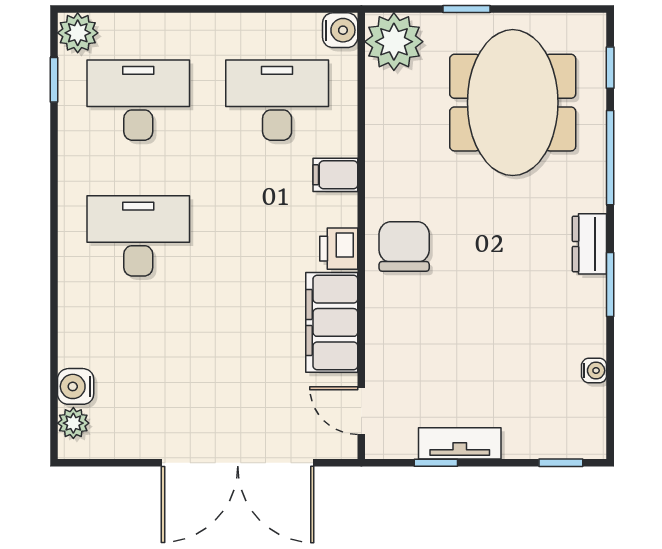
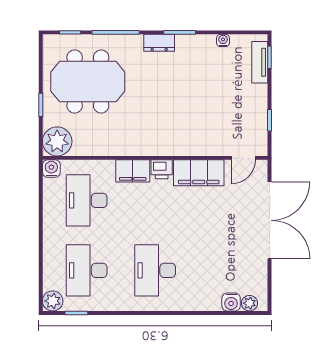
filing cabinet: (335, 175) -> (133, 171), width x2.00
chair: (404, 246) -> (160, 136), removed
tv unit: (460, 443) -> (260, 62), moved

